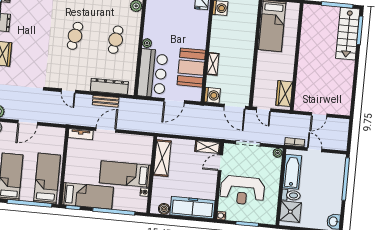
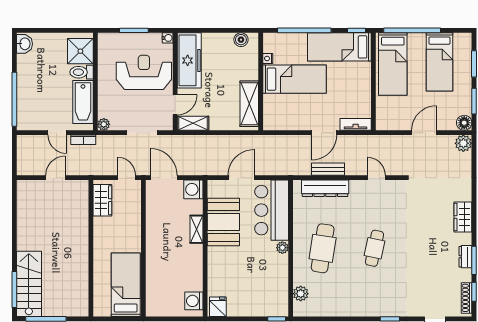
cafe table: (116, 40) -> (323, 248), width x1.37, depth x1.35
freezer: (192, 208) -> (189, 60), moved, turned -90

